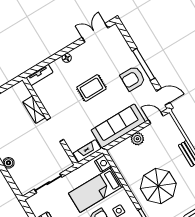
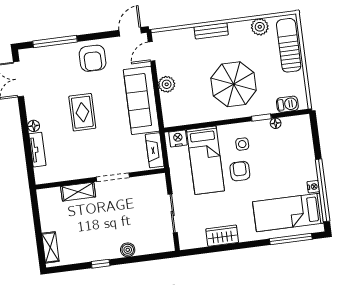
window: (144, 64) -> (55, 41), moved
tv unit: (39, 75) -> (37, 150), moved

